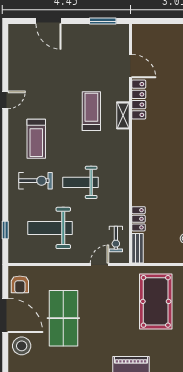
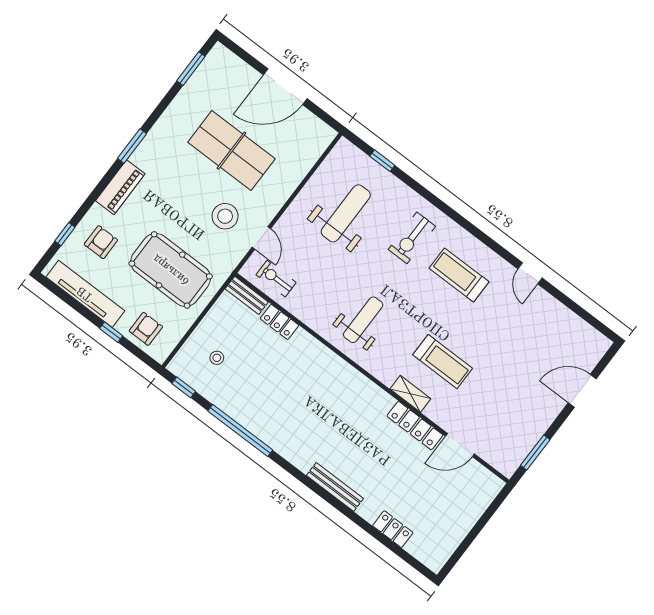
weight bench: (81, 182) -> (363, 320), moved
armchair: (20, 284) -> (101, 242), moved, turned 90
stool: (22, 346) -> (225, 216), moved

